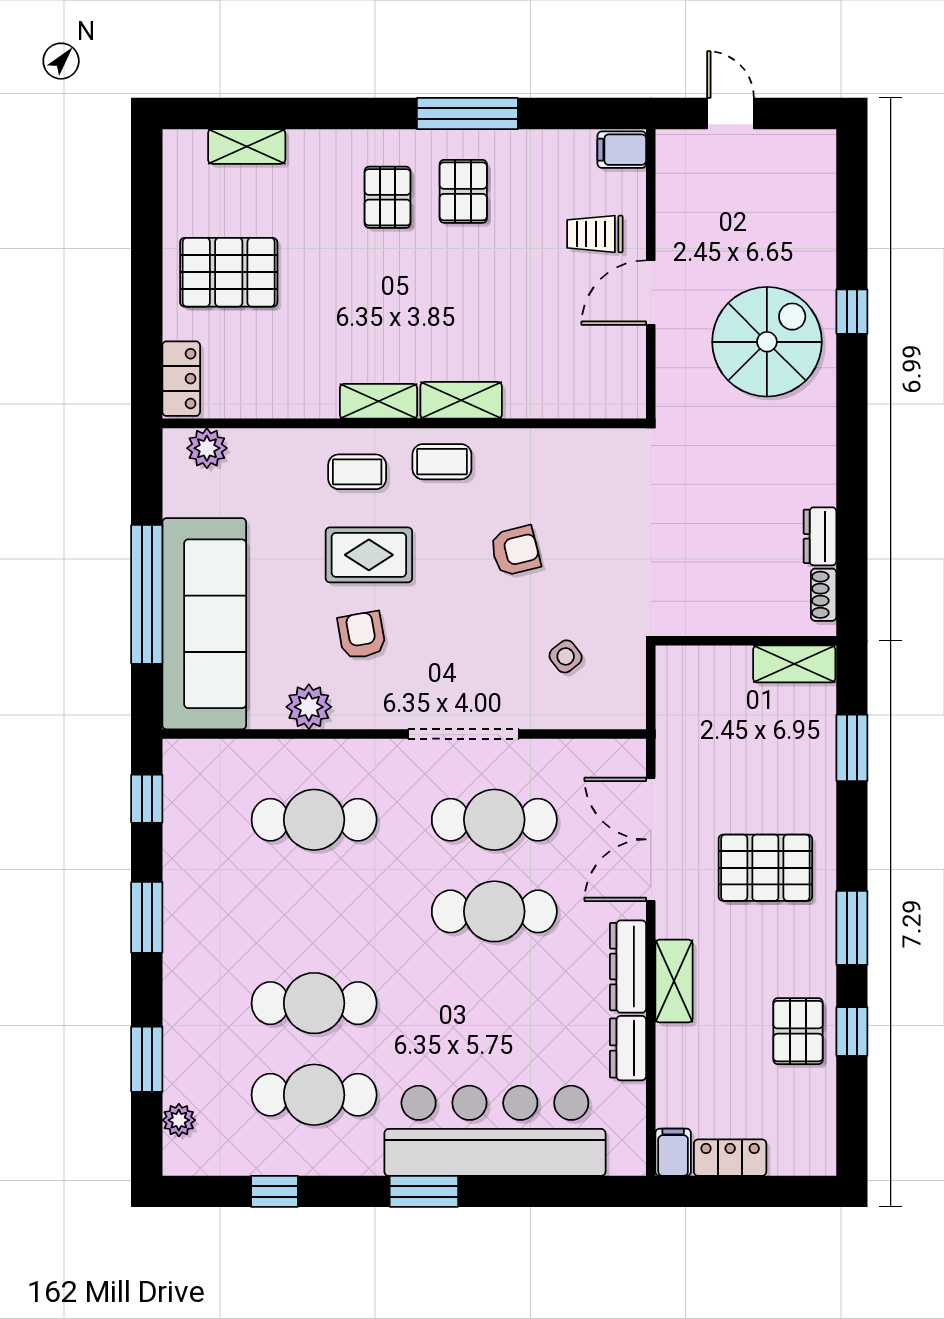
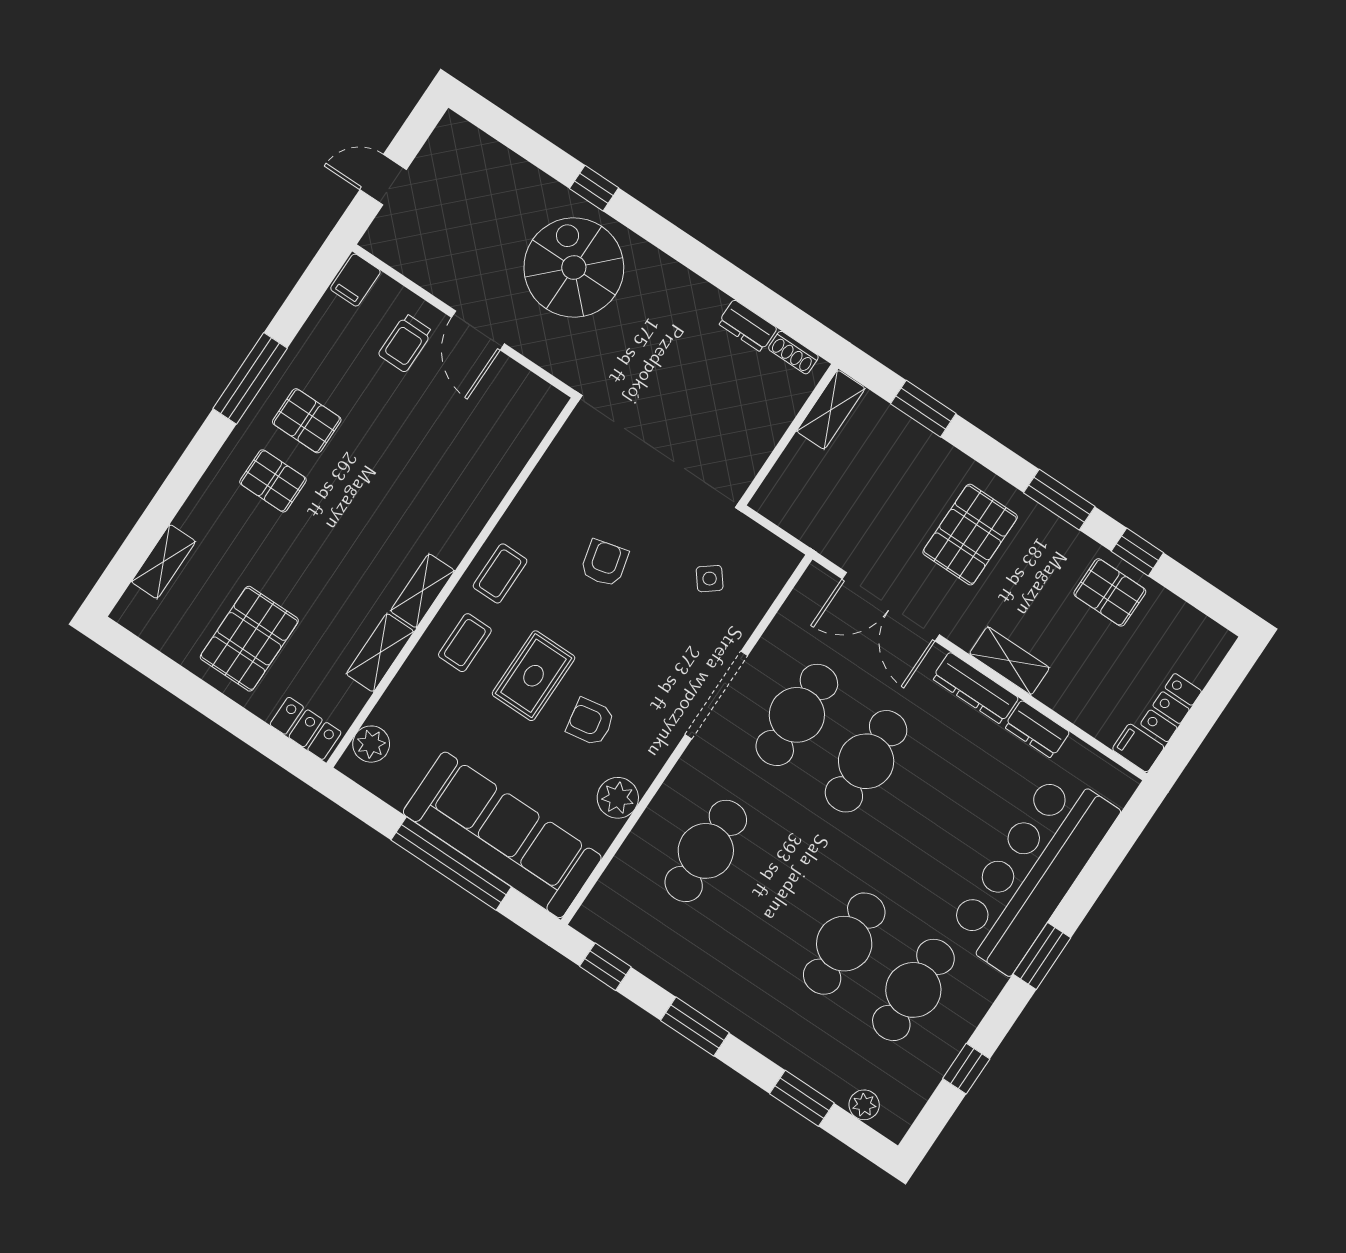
shelving: (461, 400) -> (380, 653), moved

